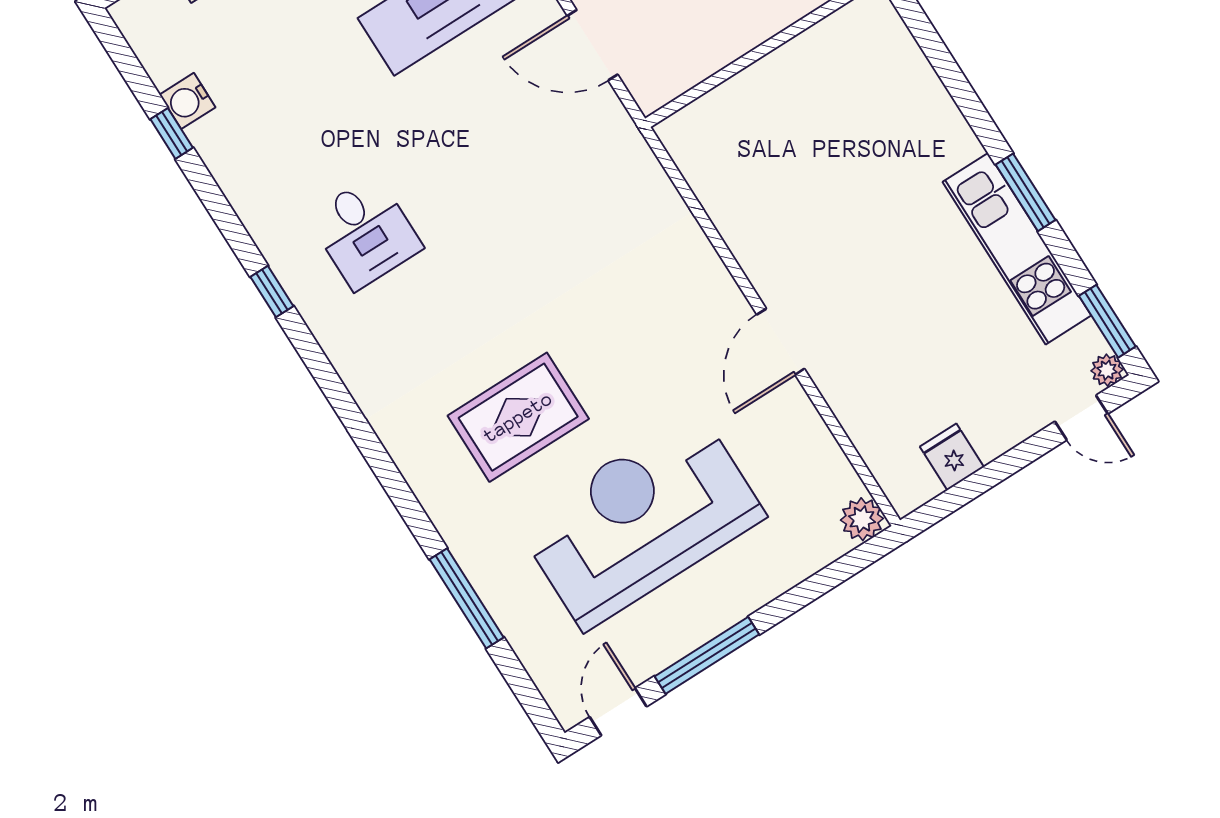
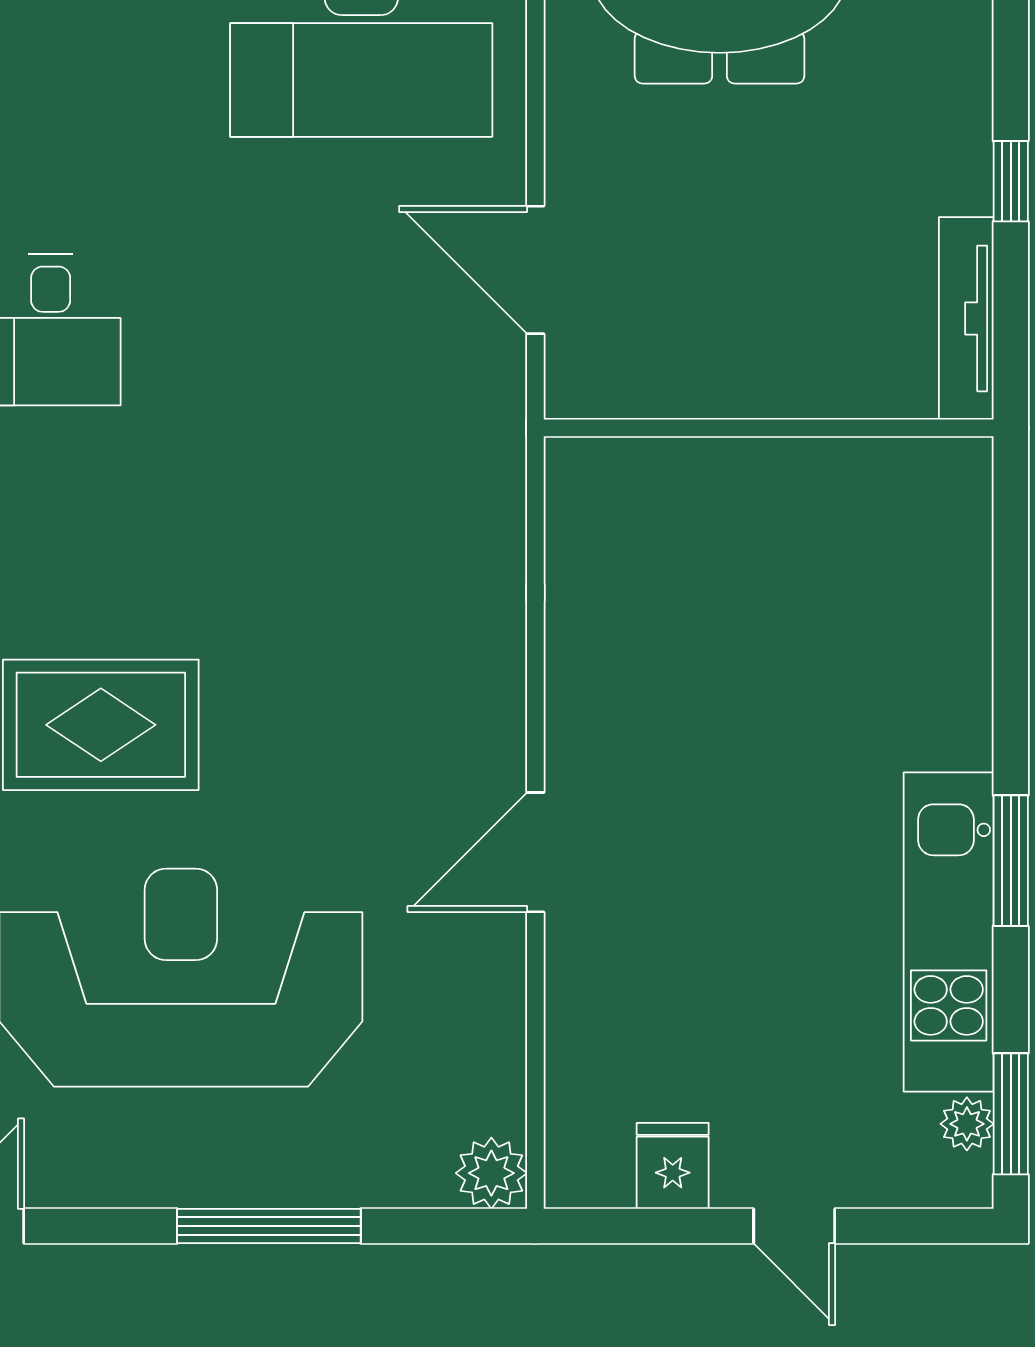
plant: (1107, 370) -> (967, 1124), moved
door: (1081, 418) -> (794, 1226), moved
window: (707, 655) -> (269, 1226), moved

